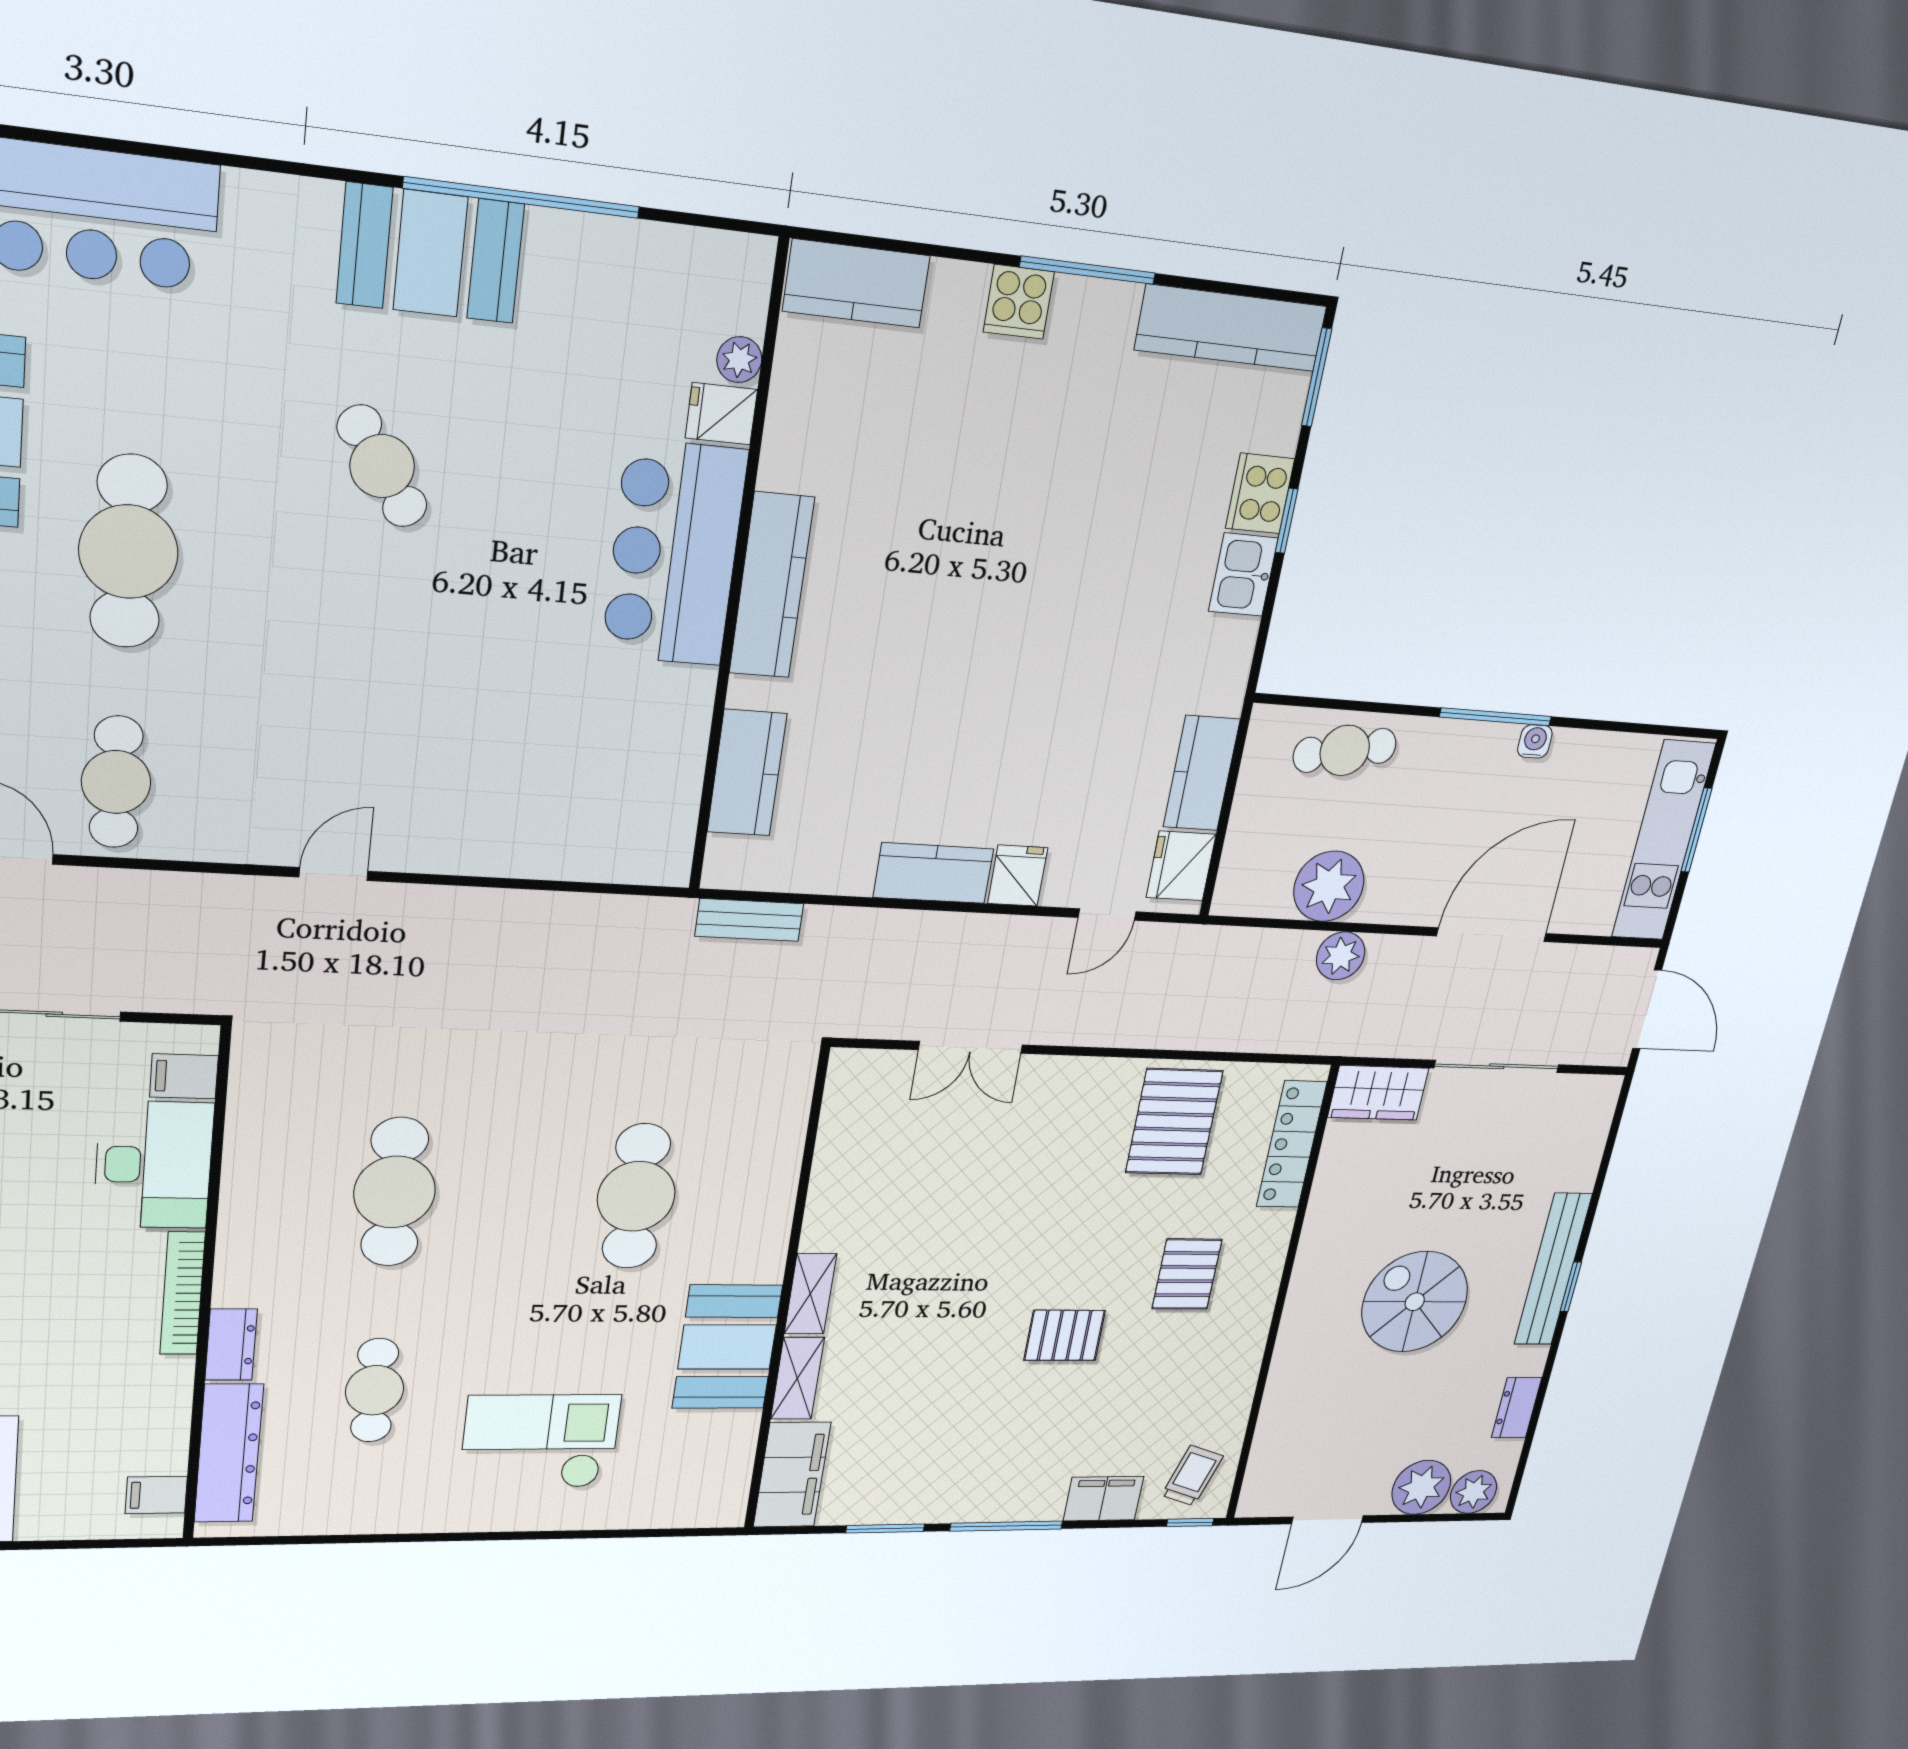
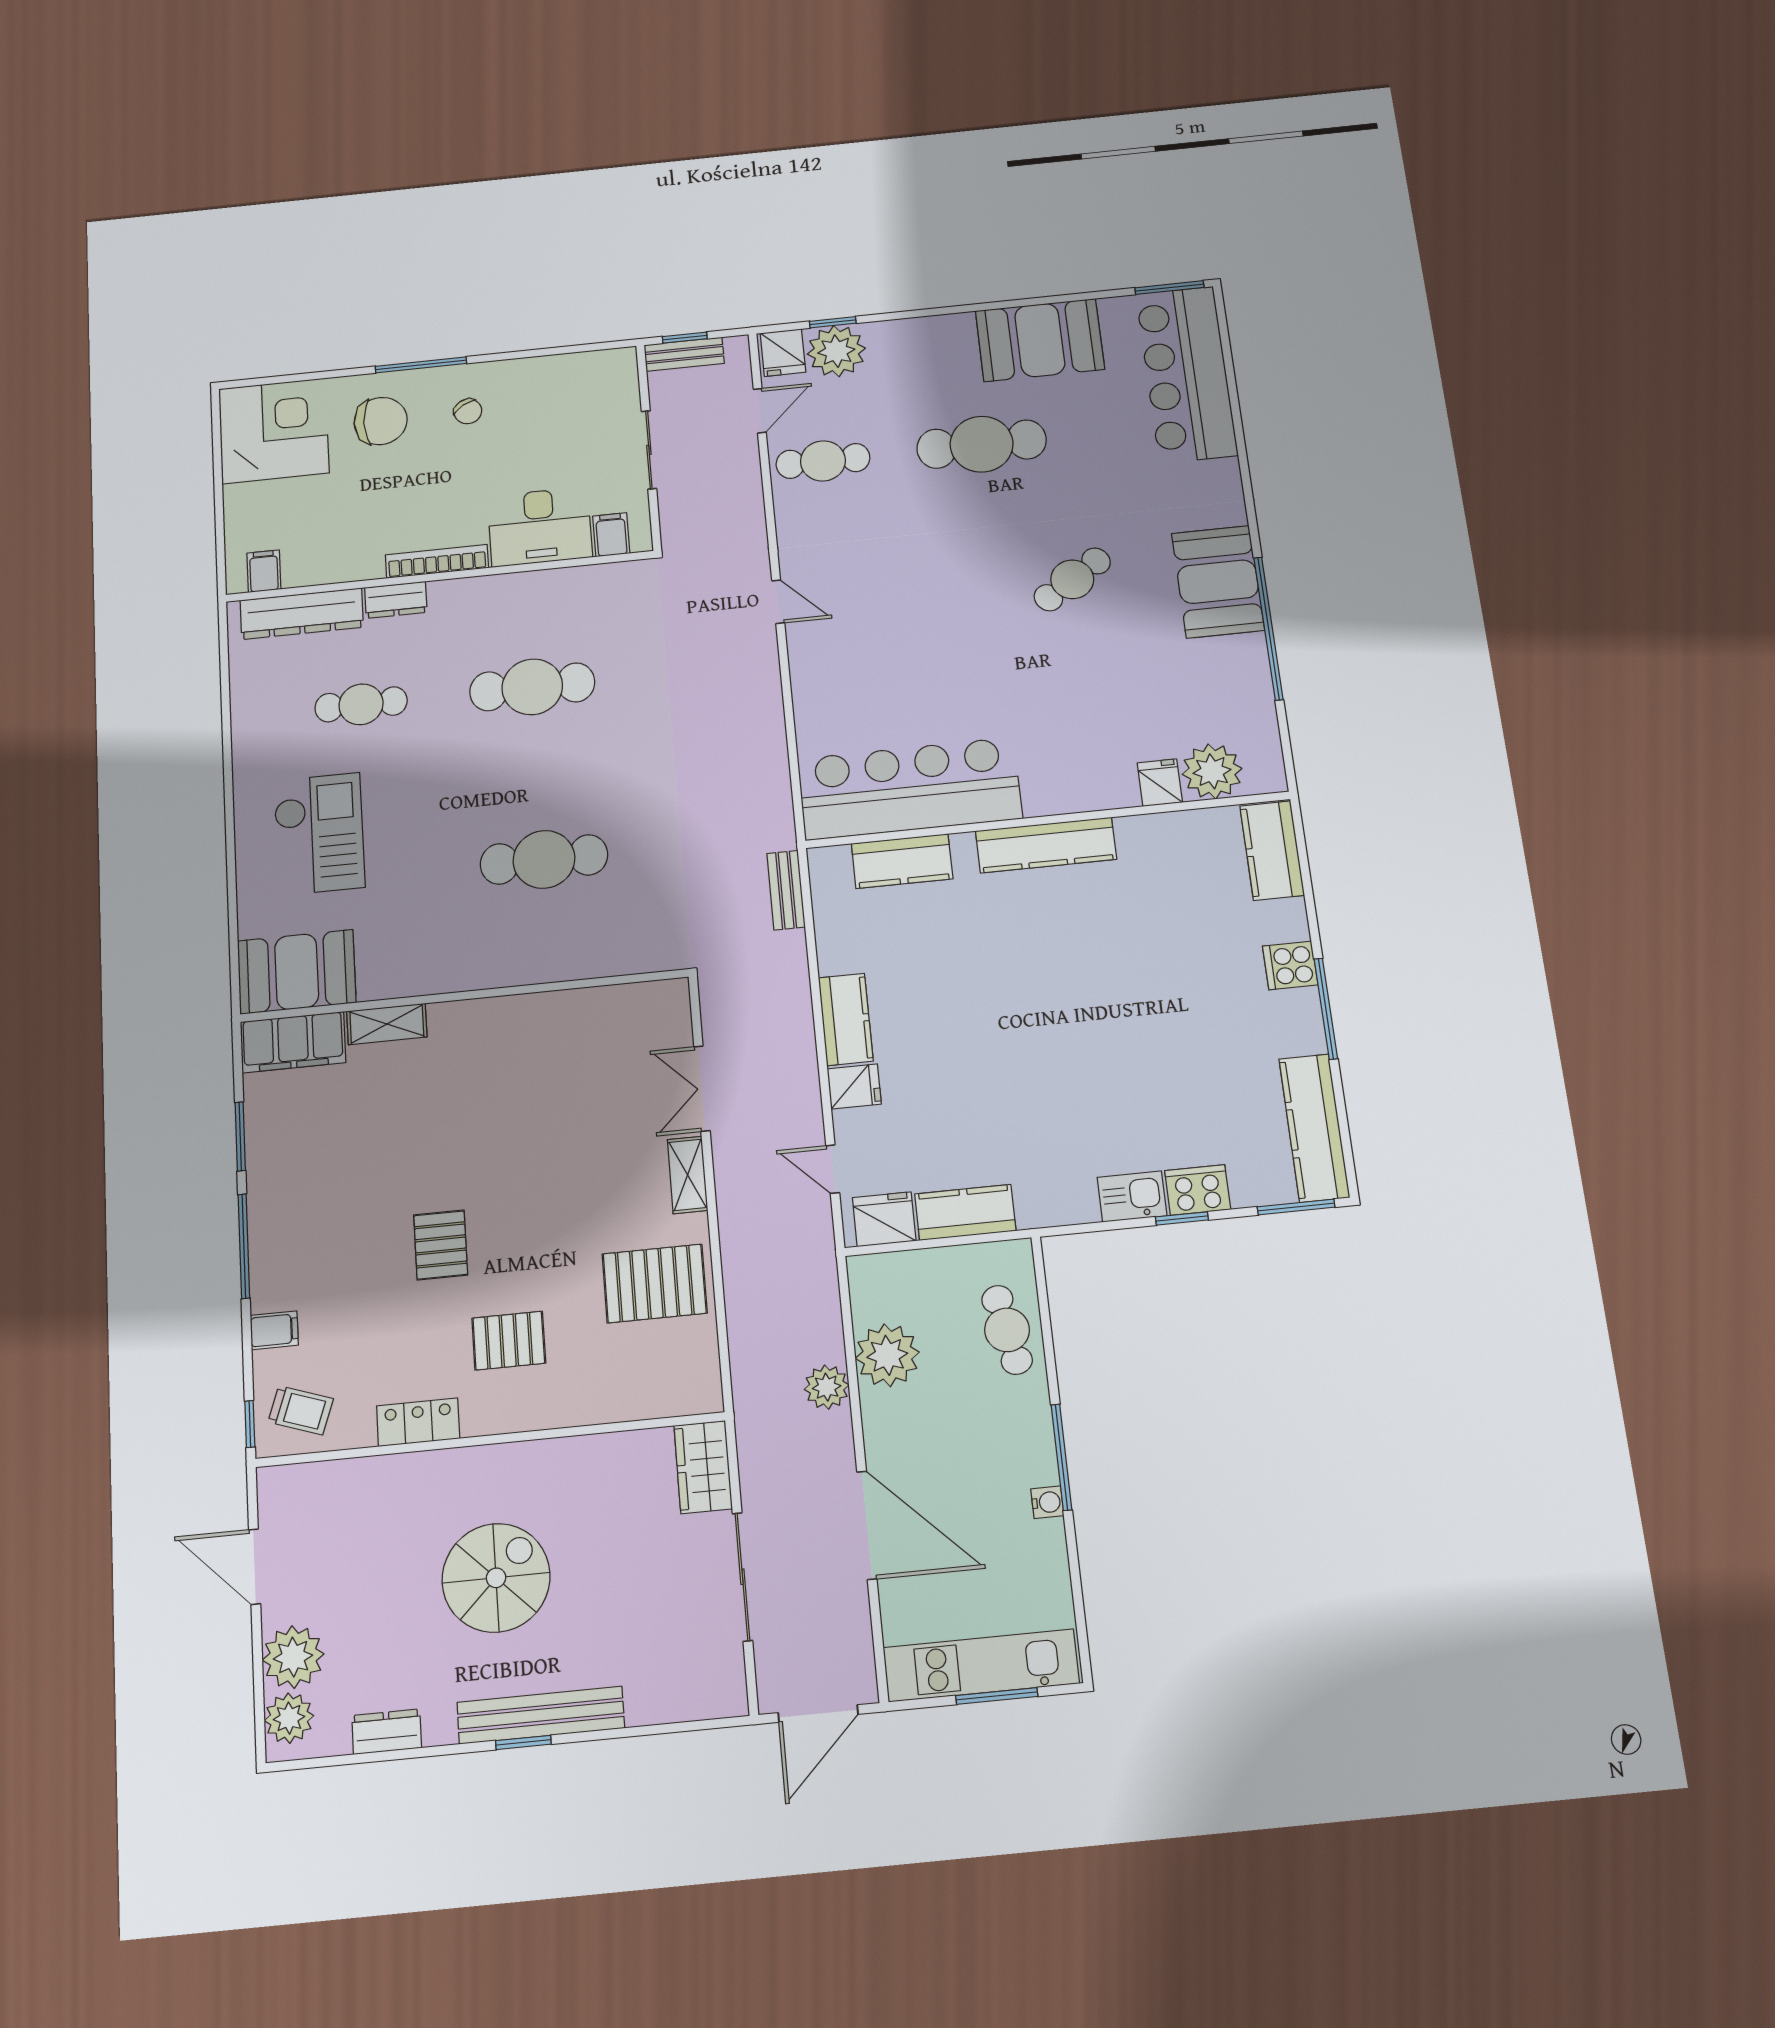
plant: (739, 360) -> (1212, 771), width x1.87, depth x1.87
bar counter: (674, 553) -> (910, 789), moved, width x1.36
locker: (1292, 1144) -> (418, 1422), moved, width x0.66
shelving: (810, 1294) -> (688, 1175), moved, turned 90
booth: (727, 1347) -> (297, 972), moved
filing cabinet: (1103, 1499) -> (274, 1330), width x0.50

